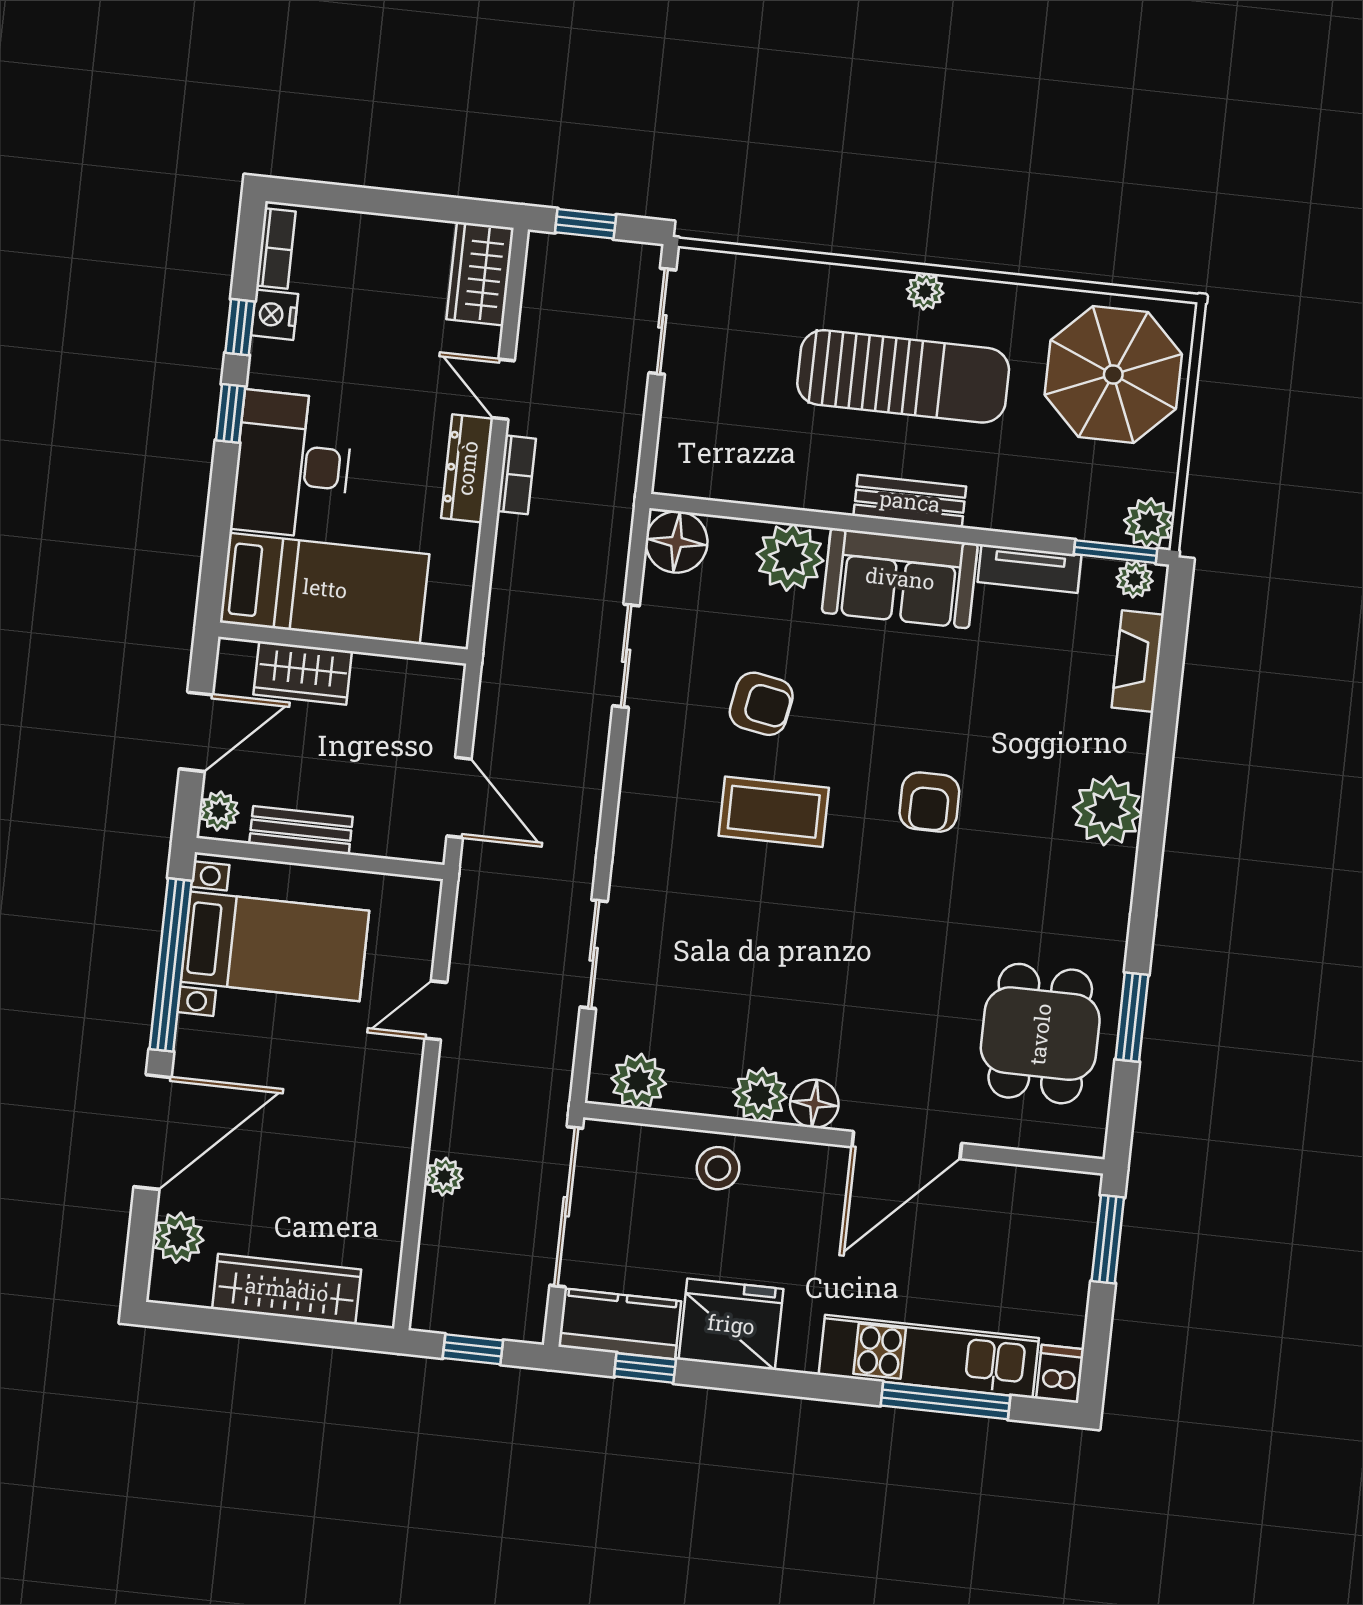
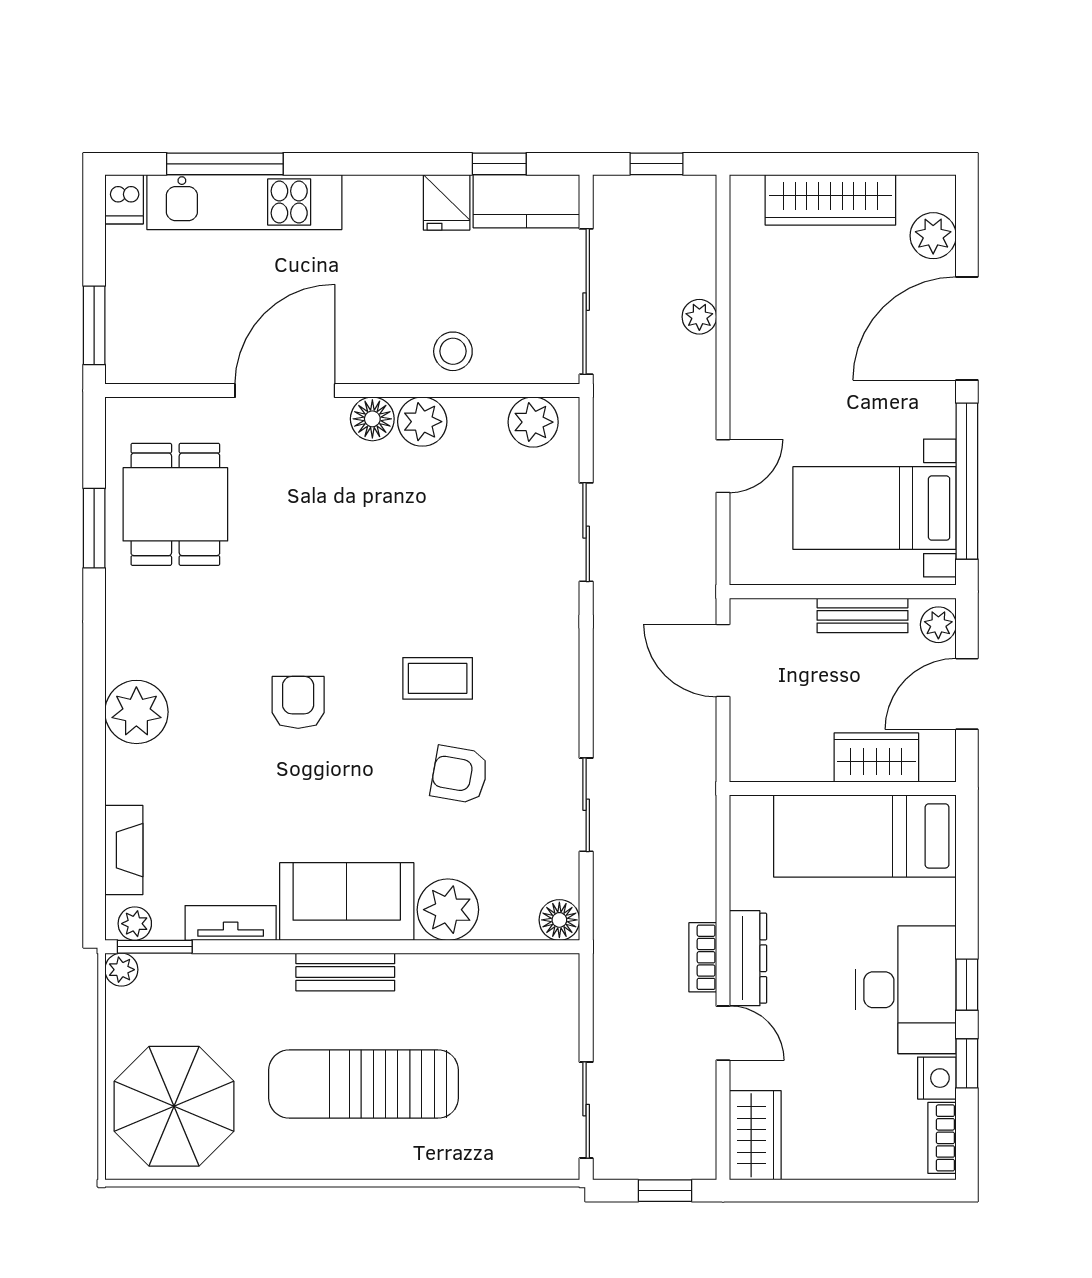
plant: (925, 291) -> (352, 1163), removed
desk: (292, 465) -> (906, 990), moved
plant: (1149, 523) -> (121, 970), width x0.73, depth x0.73
floor lamp: (677, 542) -> (559, 920), width x0.73, depth x0.73
coffee table: (774, 812) -> (438, 678), width x0.73, depth x0.77
fridge: (731, 1324) -> (447, 202), width x0.53, depth x0.75

